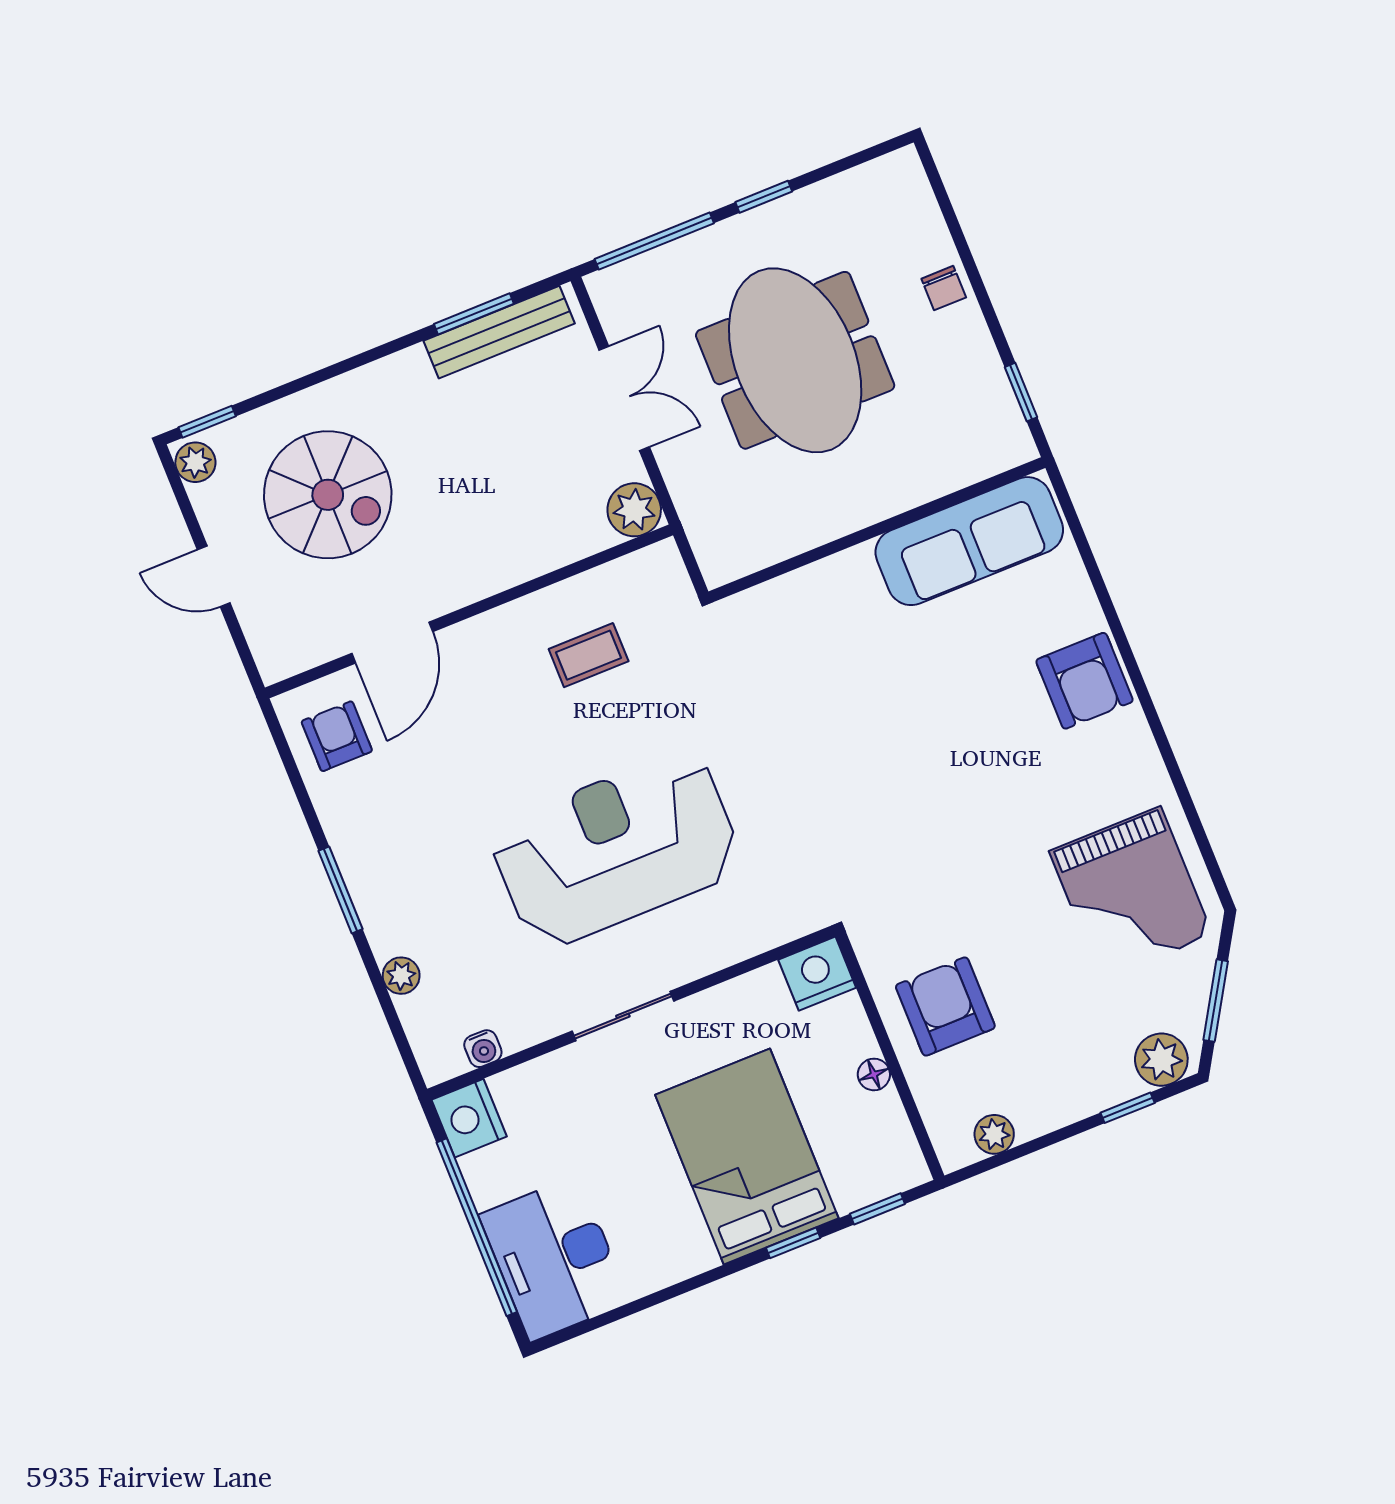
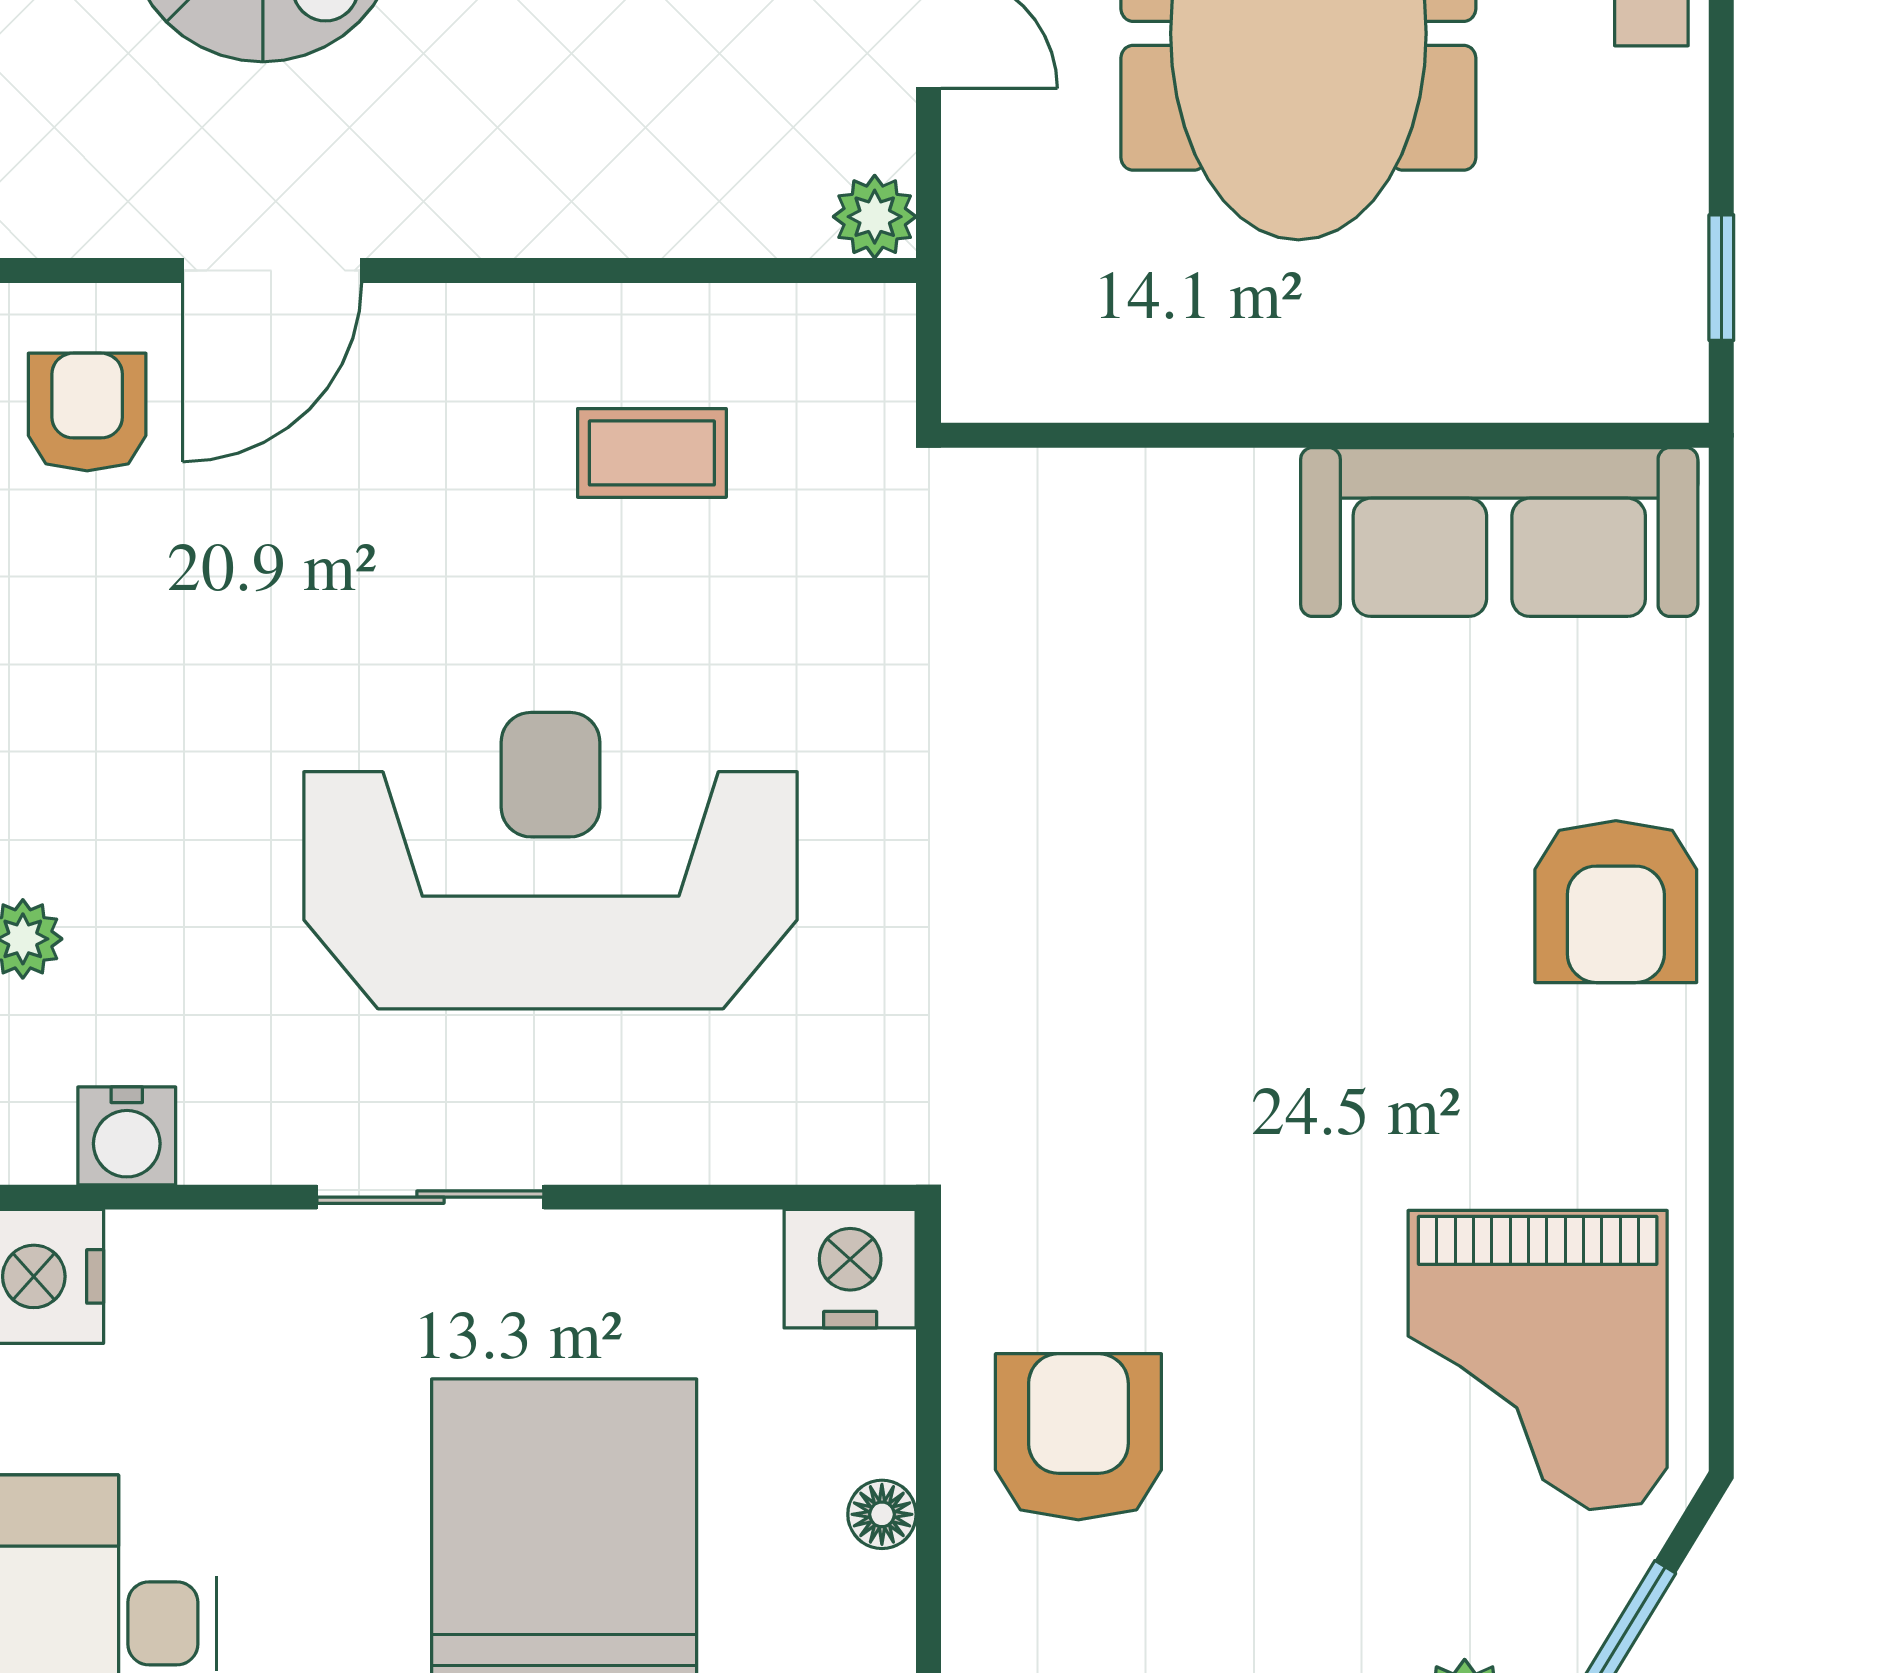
plant: (634, 510) -> (875, 217), width x0.73, depth x0.73
water cooler: (483, 1049) -> (127, 1136), width x1.38, depth x1.38

